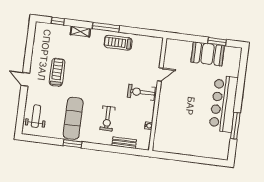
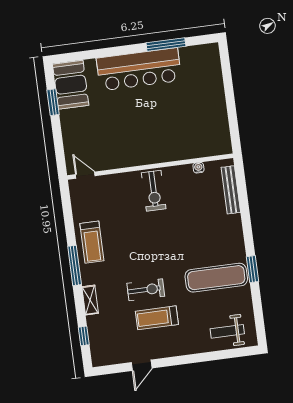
booth: (208, 54) -> (71, 85), moved
door: (160, 74) -> (85, 175), moved
door: (25, 79) -> (142, 365), moved
exercise bike: (107, 118) -> (146, 290), moved
bench: (124, 143) -> (231, 190), width x1.36

